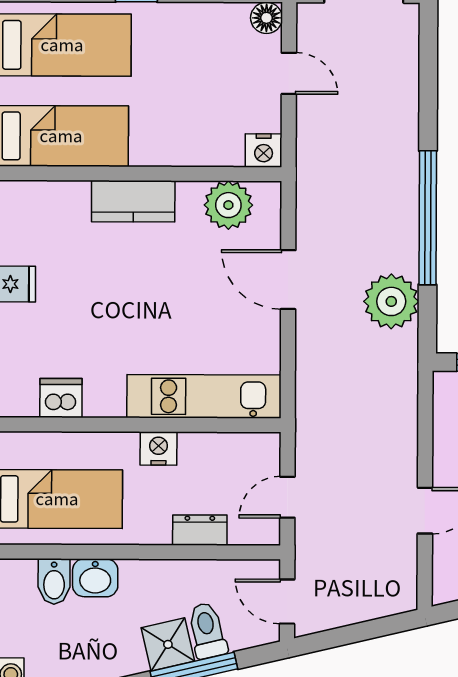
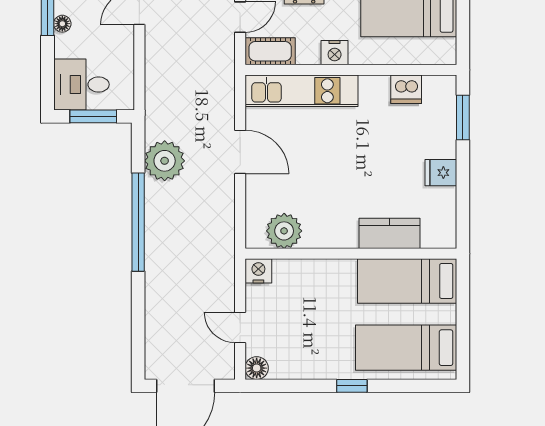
kitchen counter: (133, 201) -> (389, 233), moved
door: (288, 280) -> (240, 152), moved
cot: (247, 451) -> (270, 51), added

